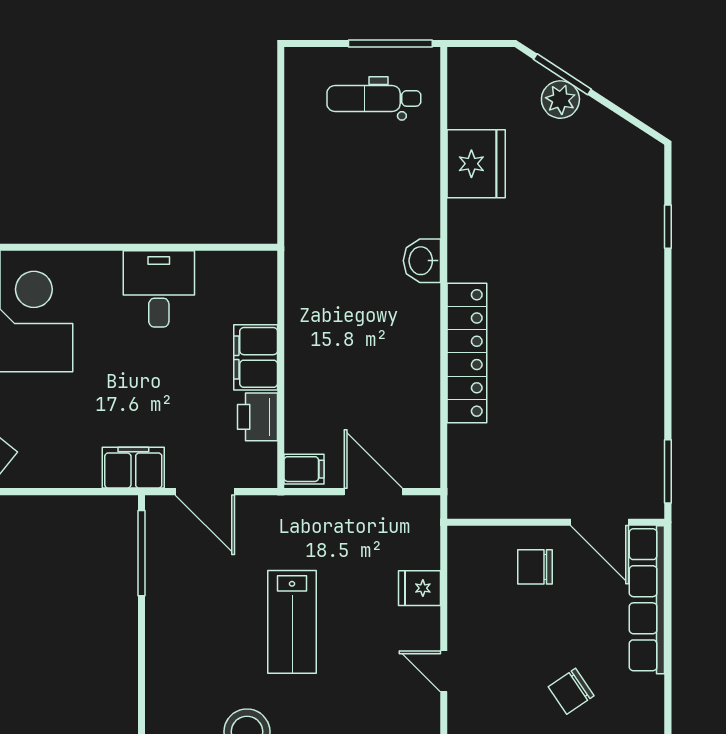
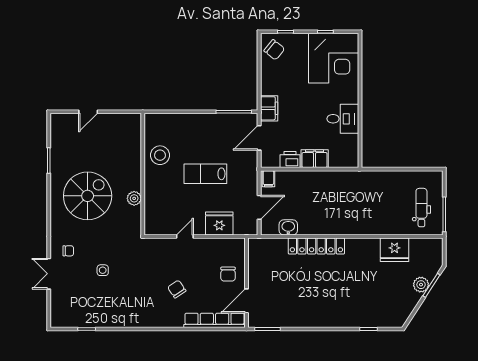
washbasin: (422, 261) -> (288, 227), moved
chair: (535, 567) -> (228, 274), turned 180
fridge: (420, 588) -> (219, 224), width x1.88, depth x1.34

